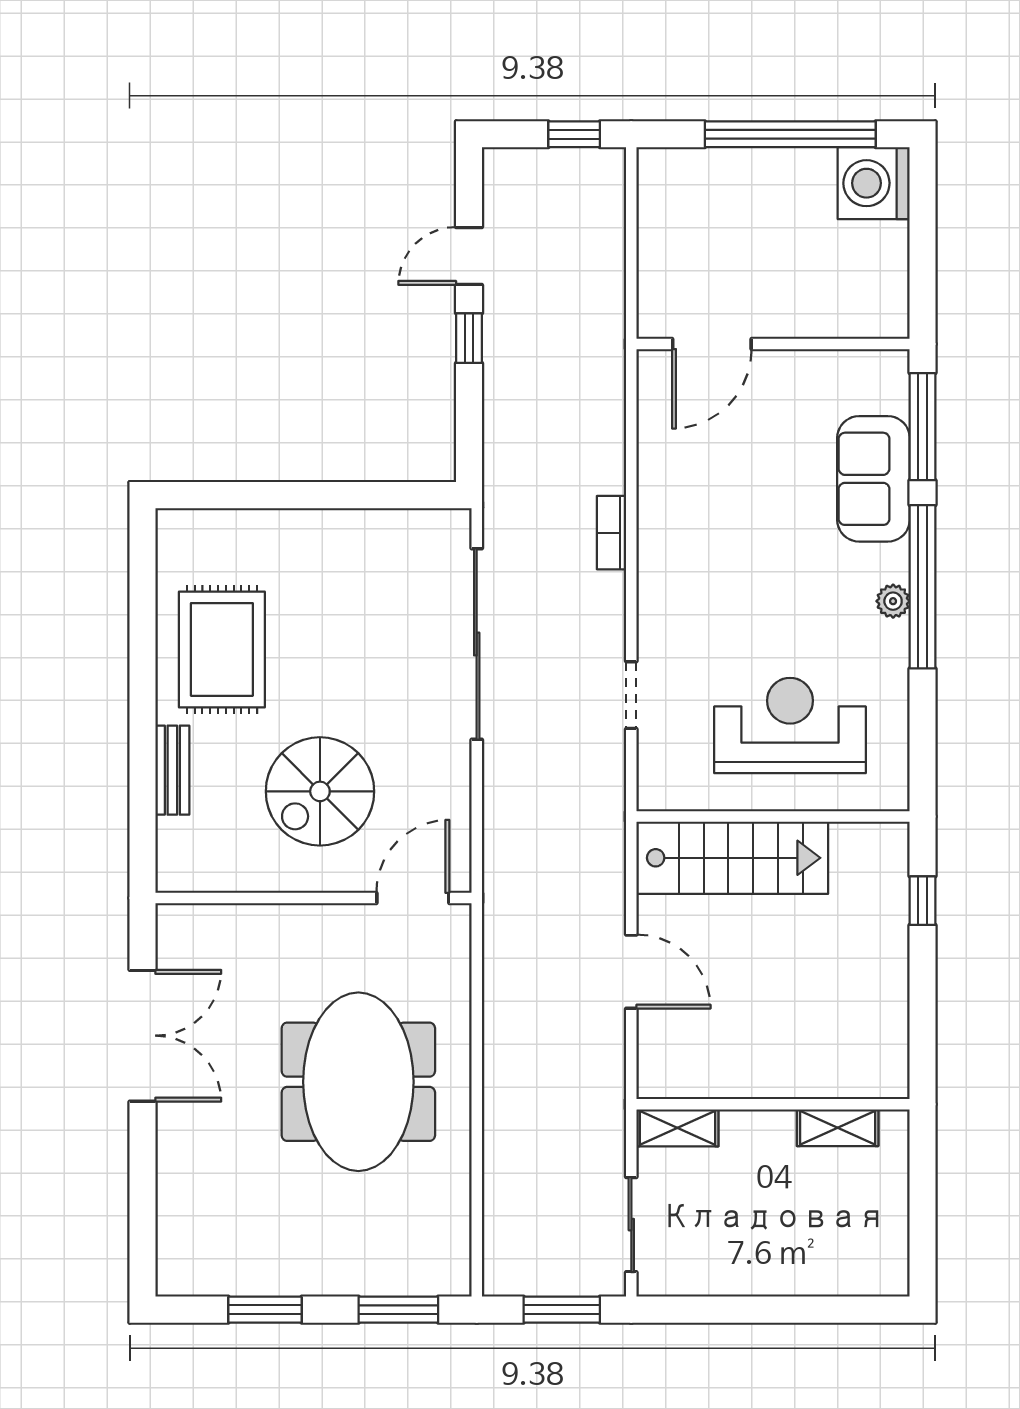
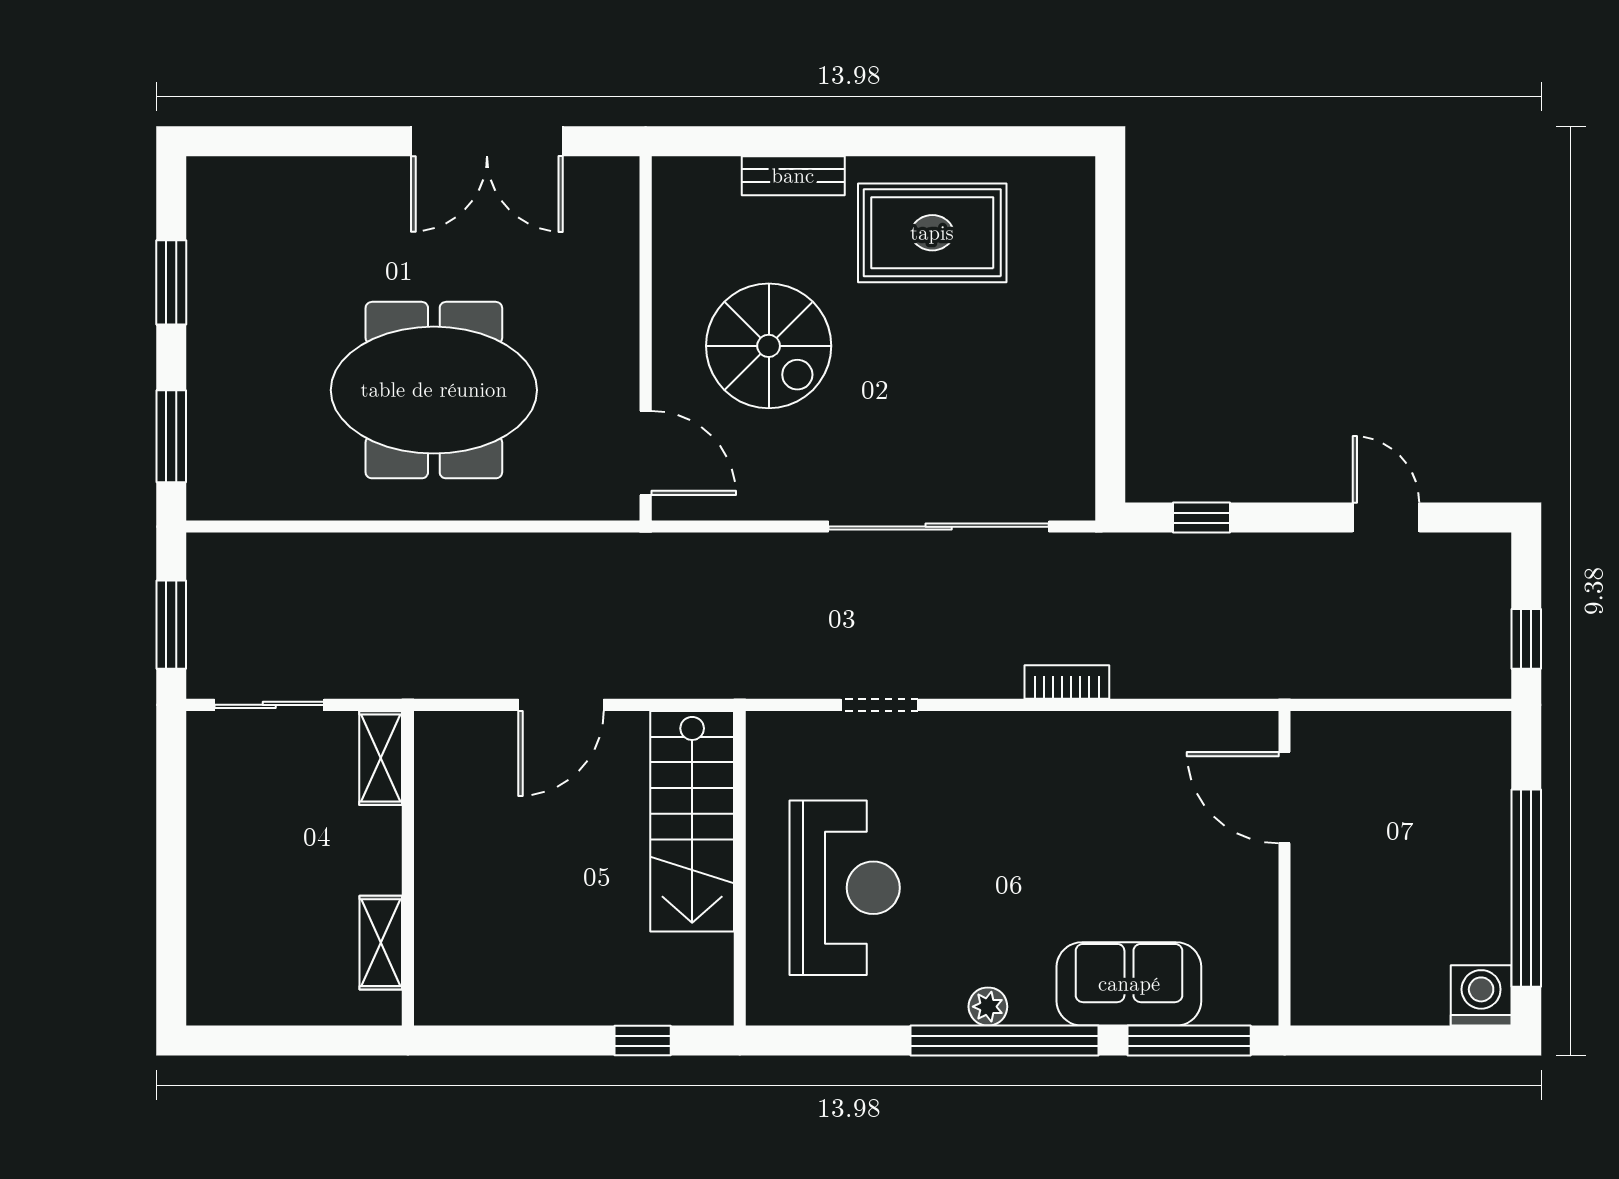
washing machine: (874, 183) -> (1481, 995), width x0.73, depth x0.73
window: (469, 338) -> (1201, 518), moved
spiral stairs: (320, 791) -> (769, 346), turned 180

